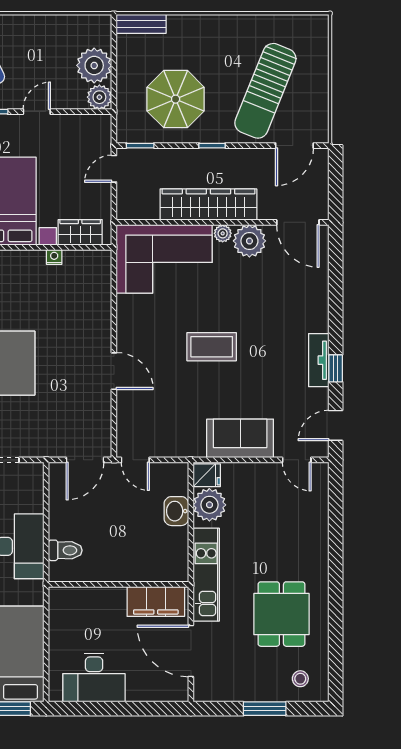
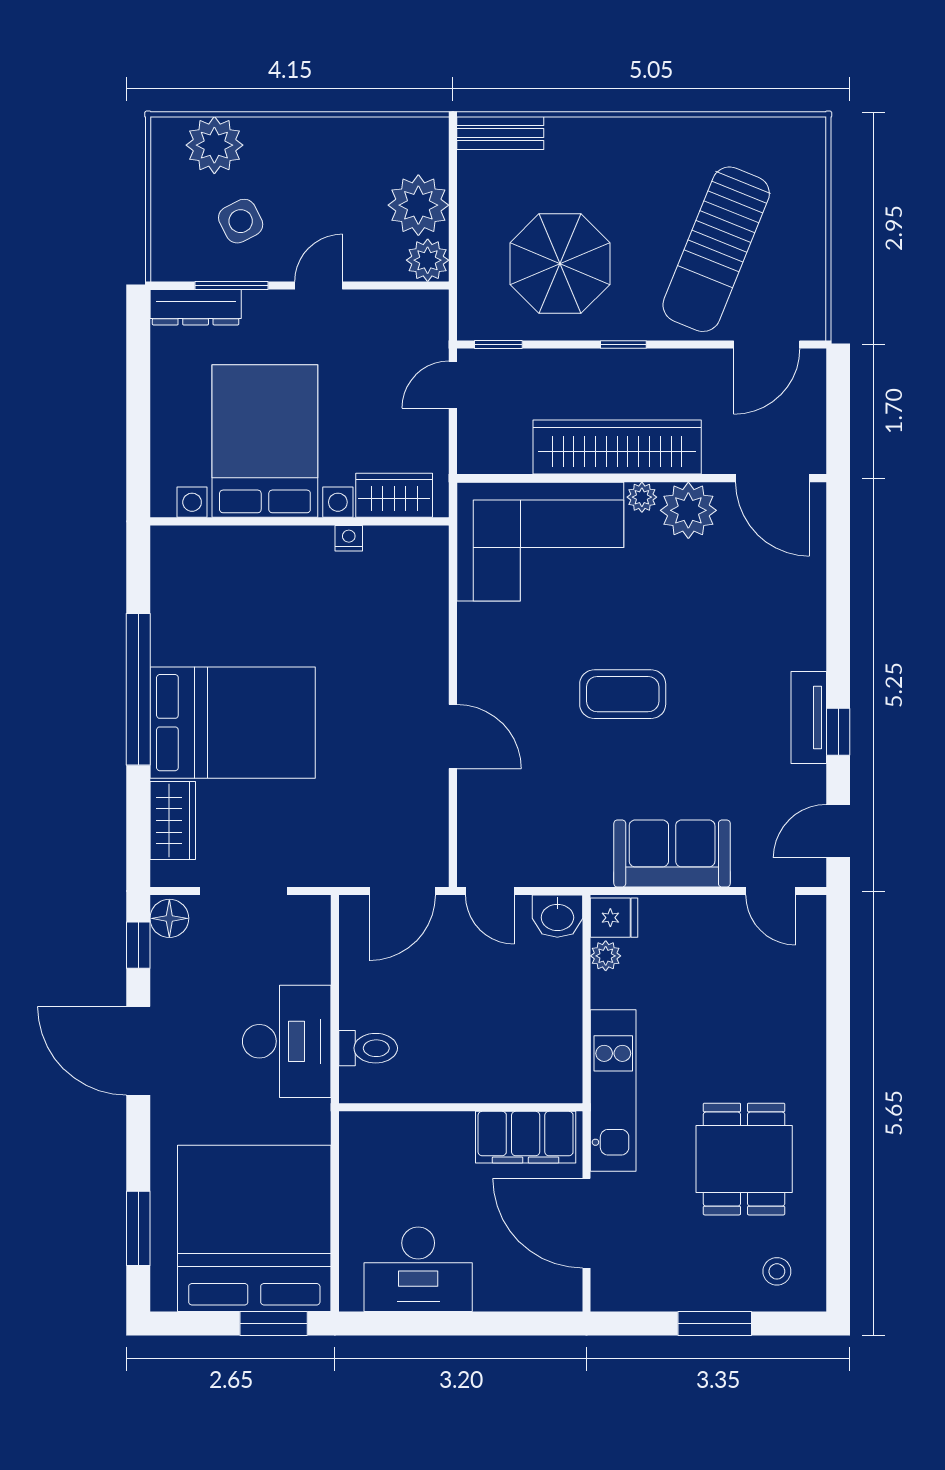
plant: (209, 505) -> (606, 956), width x0.53, depth x0.53
washbasin: (176, 511) -> (557, 916), moved, turned -90

